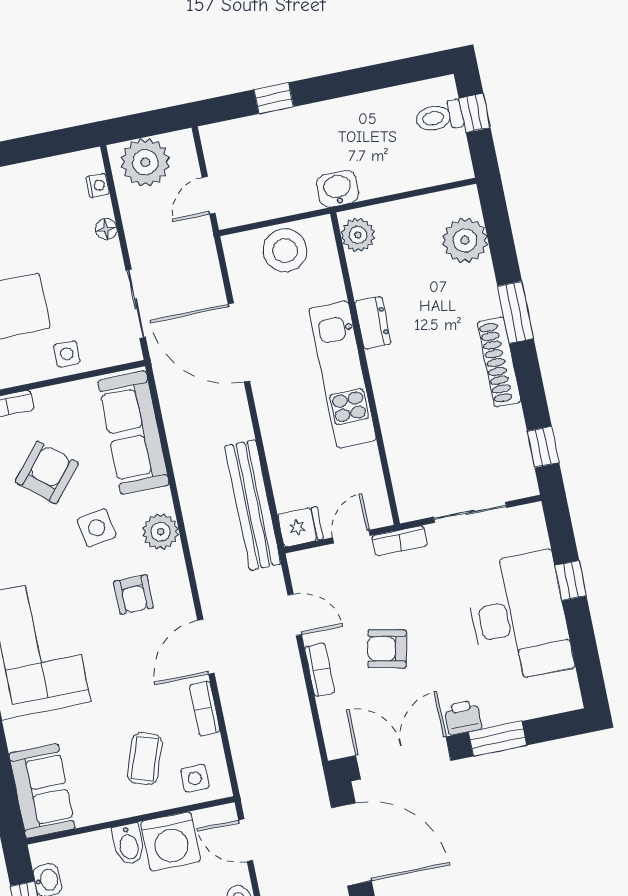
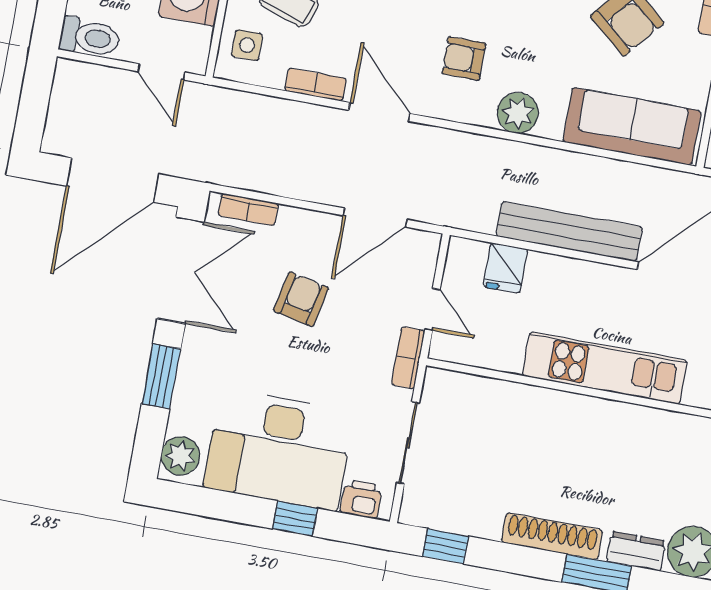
dresser: (373, 323) -> (636, 551), moved, turned 180
bench: (253, 505) -> (569, 232), moved
fridge: (300, 527) -> (505, 268), moved
side table: (97, 528) -> (549, 48), removed
door: (295, 615) -> (375, 218), width x1.38
bookcase: (320, 670) -> (248, 210), moved
plant: (557, 696) -> (180, 456), added
printer: (463, 717) -> (361, 499), moved, turned -90
door: (246, 840) -> (161, 72), swing flipped

